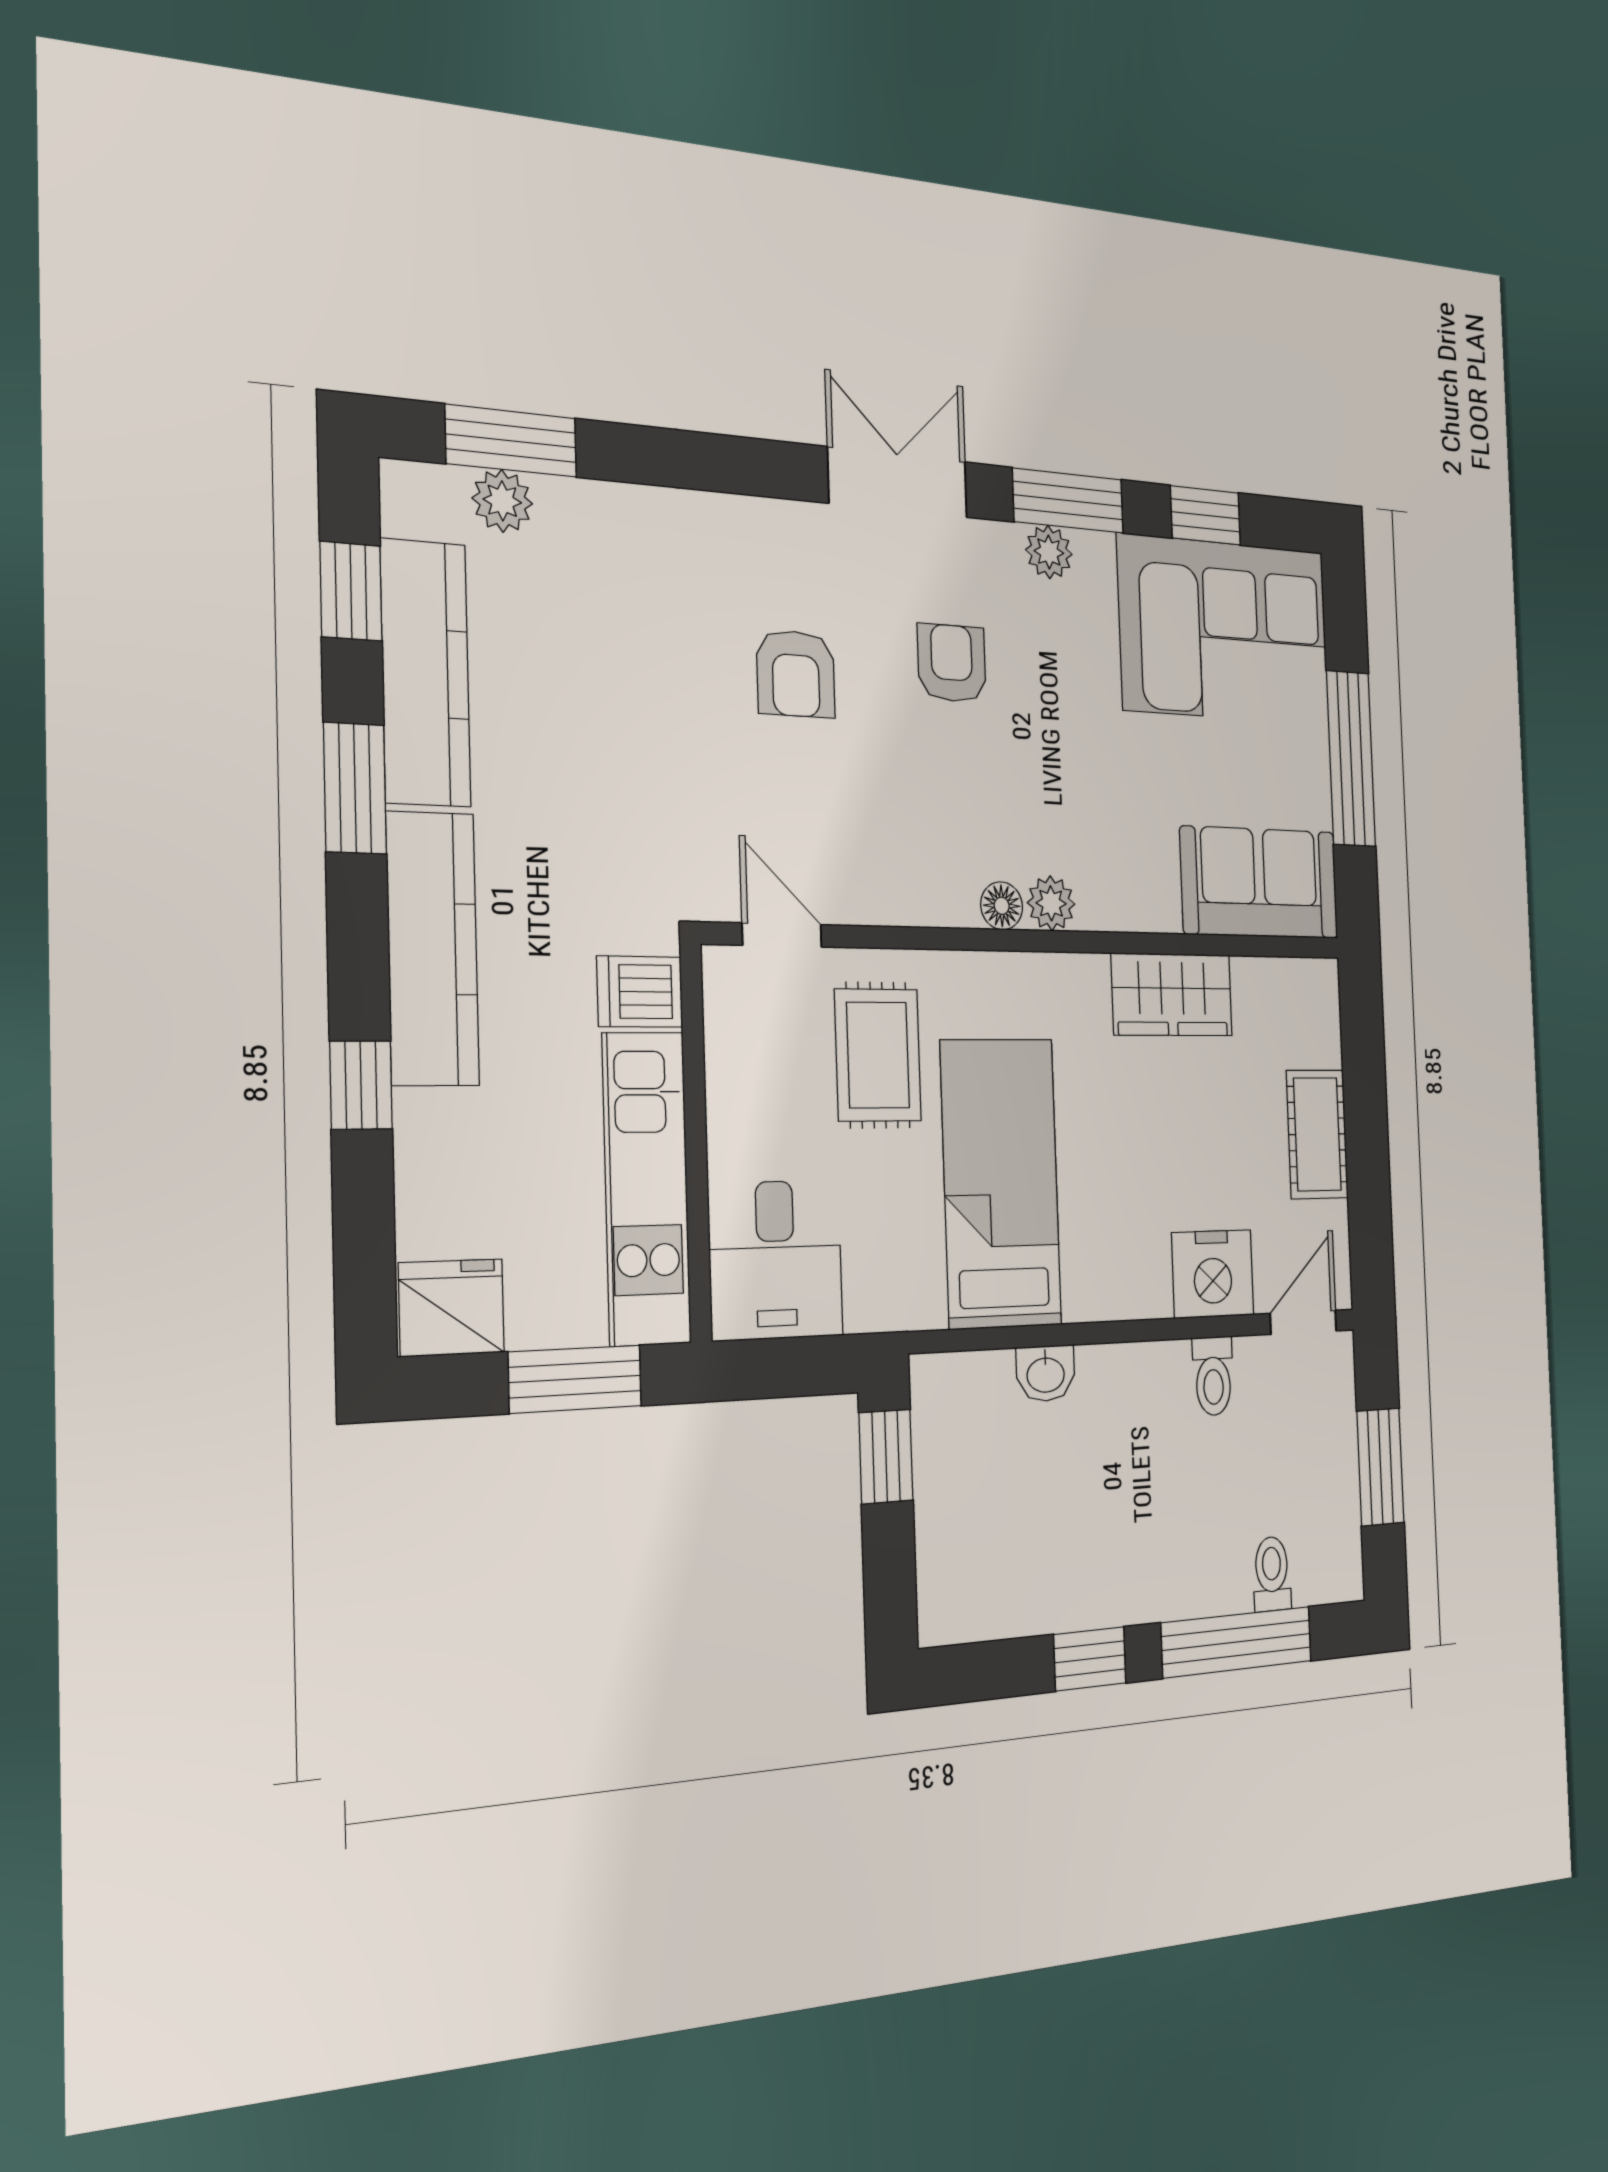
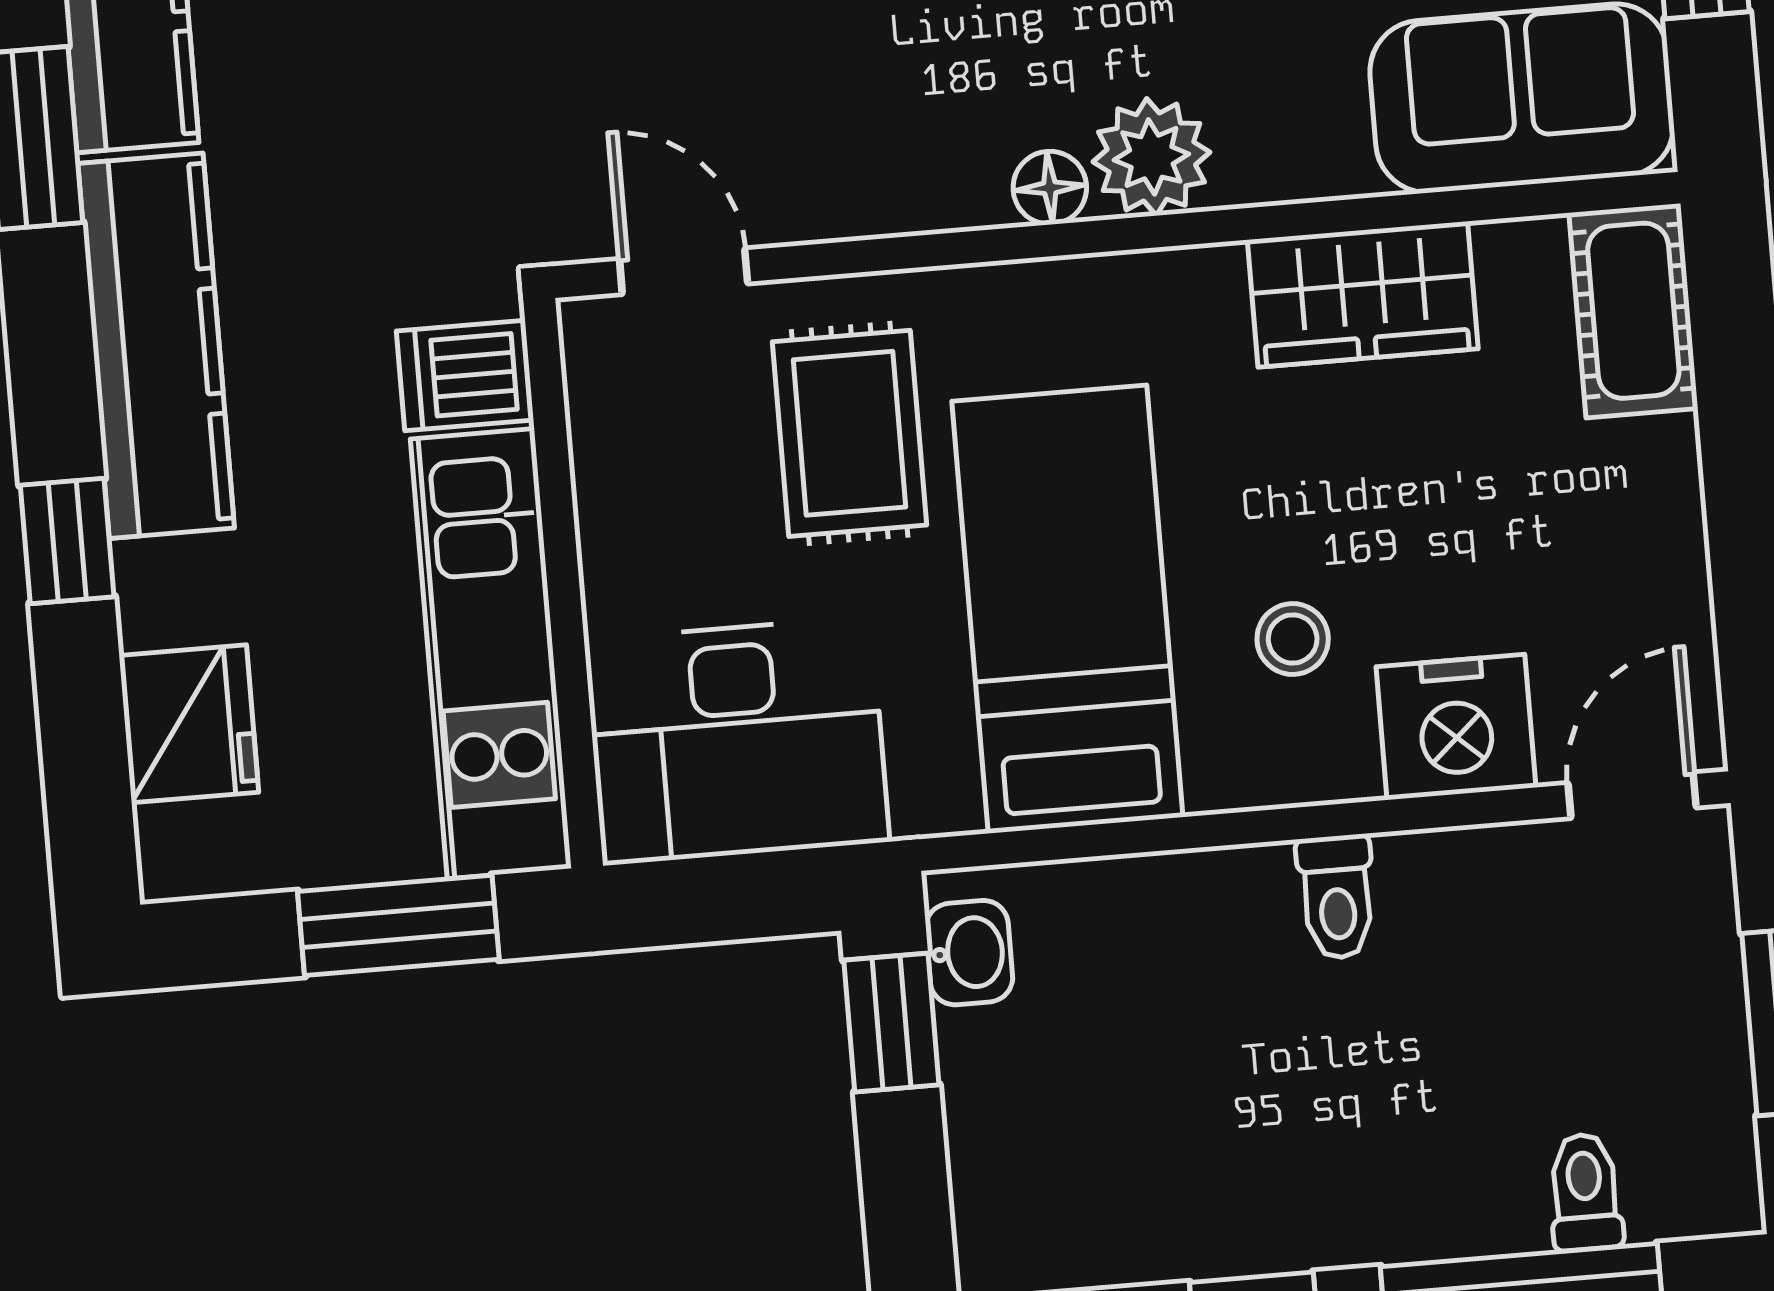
plant: (1051, 903) -> (1151, 157), width x1.38, depth x1.38
cot: (1317, 1134) -> (1633, 311), moved
stool: (1127, 1212) -> (1293, 639), added
desk: (776, 1260) -> (737, 741), width x1.37
fridge: (452, 1308) -> (189, 724), moved, turned 90
washbasin: (1046, 1373) -> (969, 953), moved, turned -90
toilet: (1213, 1376) -> (1337, 897), moved

